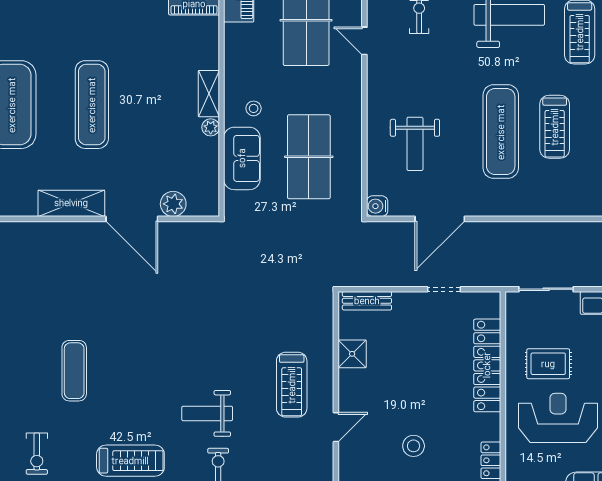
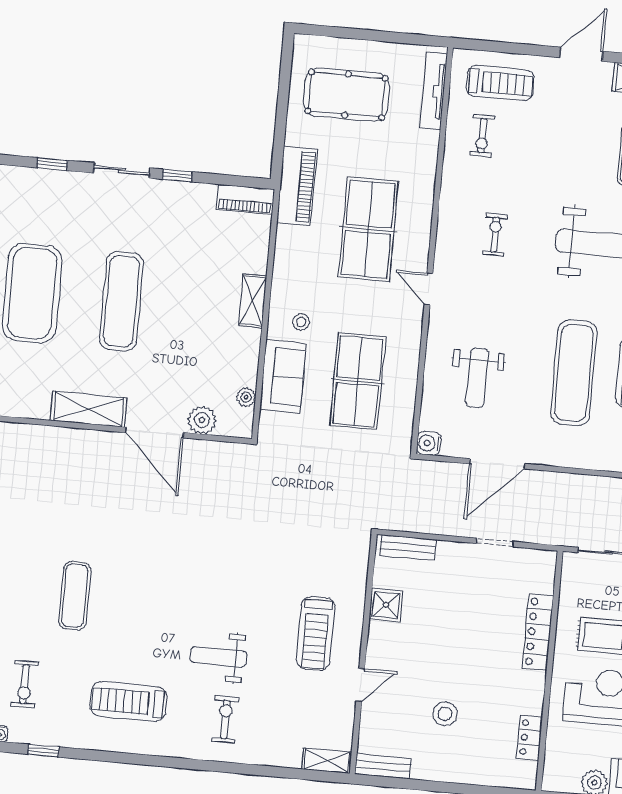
door: (364, 41) -> (429, 289), moved
plant: (211, 127) -> (246, 397), moved
locker: (487, 365) -> (538, 632), width x0.71, depth x0.83
treadmill: (130, 461) -> (128, 702), turned 180

